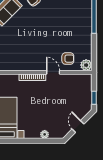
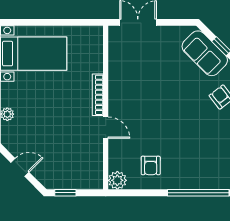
armchair: (68, 59) -> (151, 165), moved
door: (53, 72) -> (106, 128), hinge flipped

